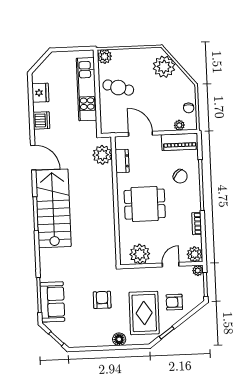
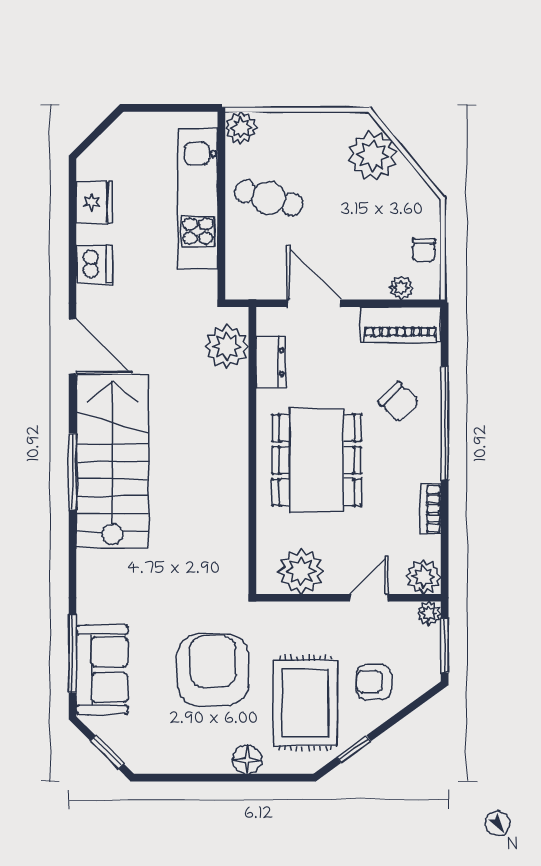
dining table: (145, 204) -> (317, 460), width x1.38
armchair: (102, 300) -> (213, 670), width x1.88, depth x1.88

